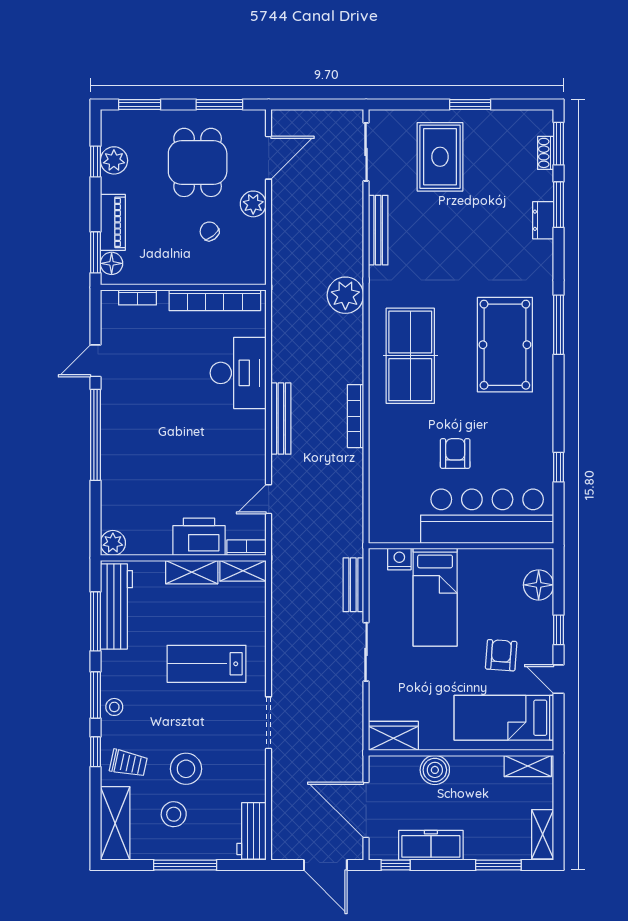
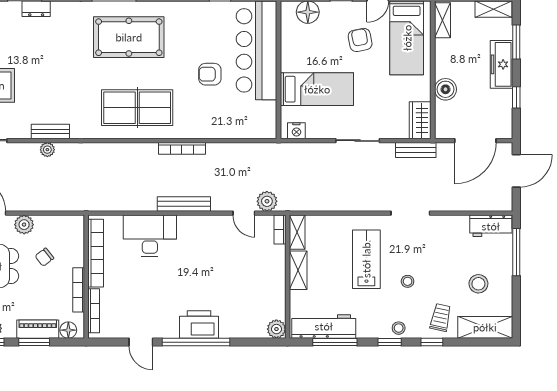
bench: (378, 230) -> (50, 131), width x0.73
window: (95, 252) -> (34, 342), moved
bookcase: (165, 277) -> (79, 290), added
plant: (345, 295) -> (47, 150), moved, width x0.53, depth x0.53
bookcase: (137, 297) -> (94, 311), width x1.56
plant: (285, 530) -> (267, 201), added
printer: (199, 537) -> (199, 324), moved, turned 90
nightstand: (399, 559) -> (296, 131), moved, turned -90
bench: (353, 585) -> (416, 150), moved
armchair: (501, 655) -> (360, 40), turned 75
lab bench: (207, 664) -> (366, 259), turned 180
window: (95, 695) -> (390, 342), width x0.67
stool: (186, 769) -> (408, 281), moved, width x0.53, depth x0.53
freezer: (431, 845) -> (502, 64), moved
window: (185, 865) -> (516, 252), moved
window: (396, 865) -> (516, 97), moved

